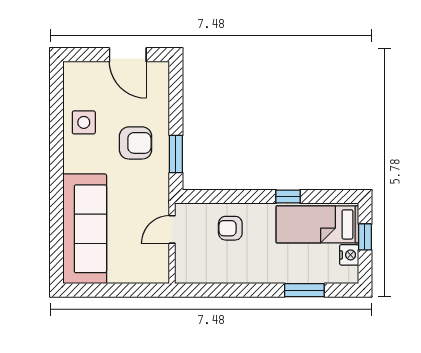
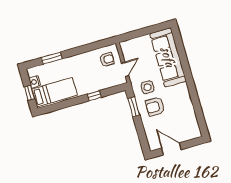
side table: (84, 122) -> (147, 87), moved
window: (288, 196) -> (94, 96), moved
armchair: (230, 228) -> (107, 60), moved

